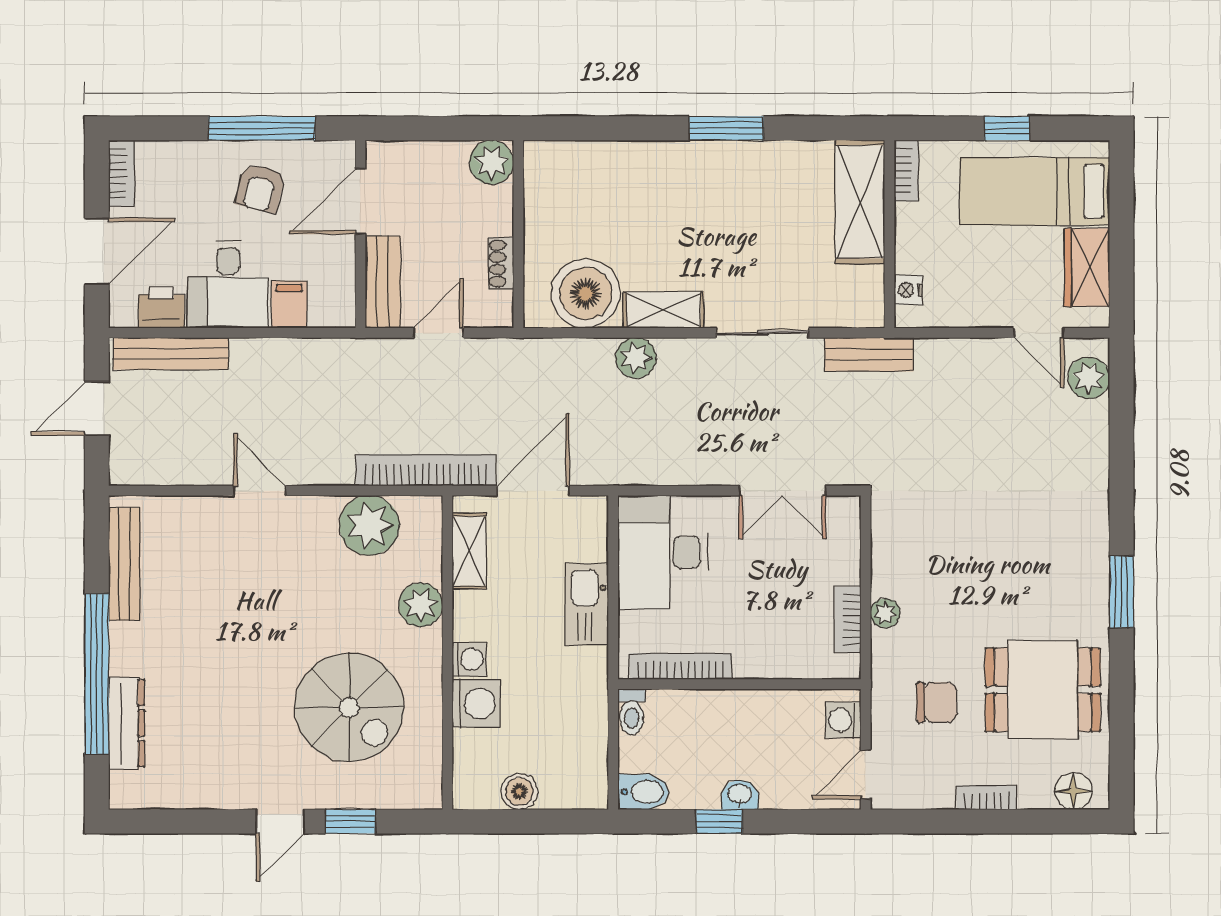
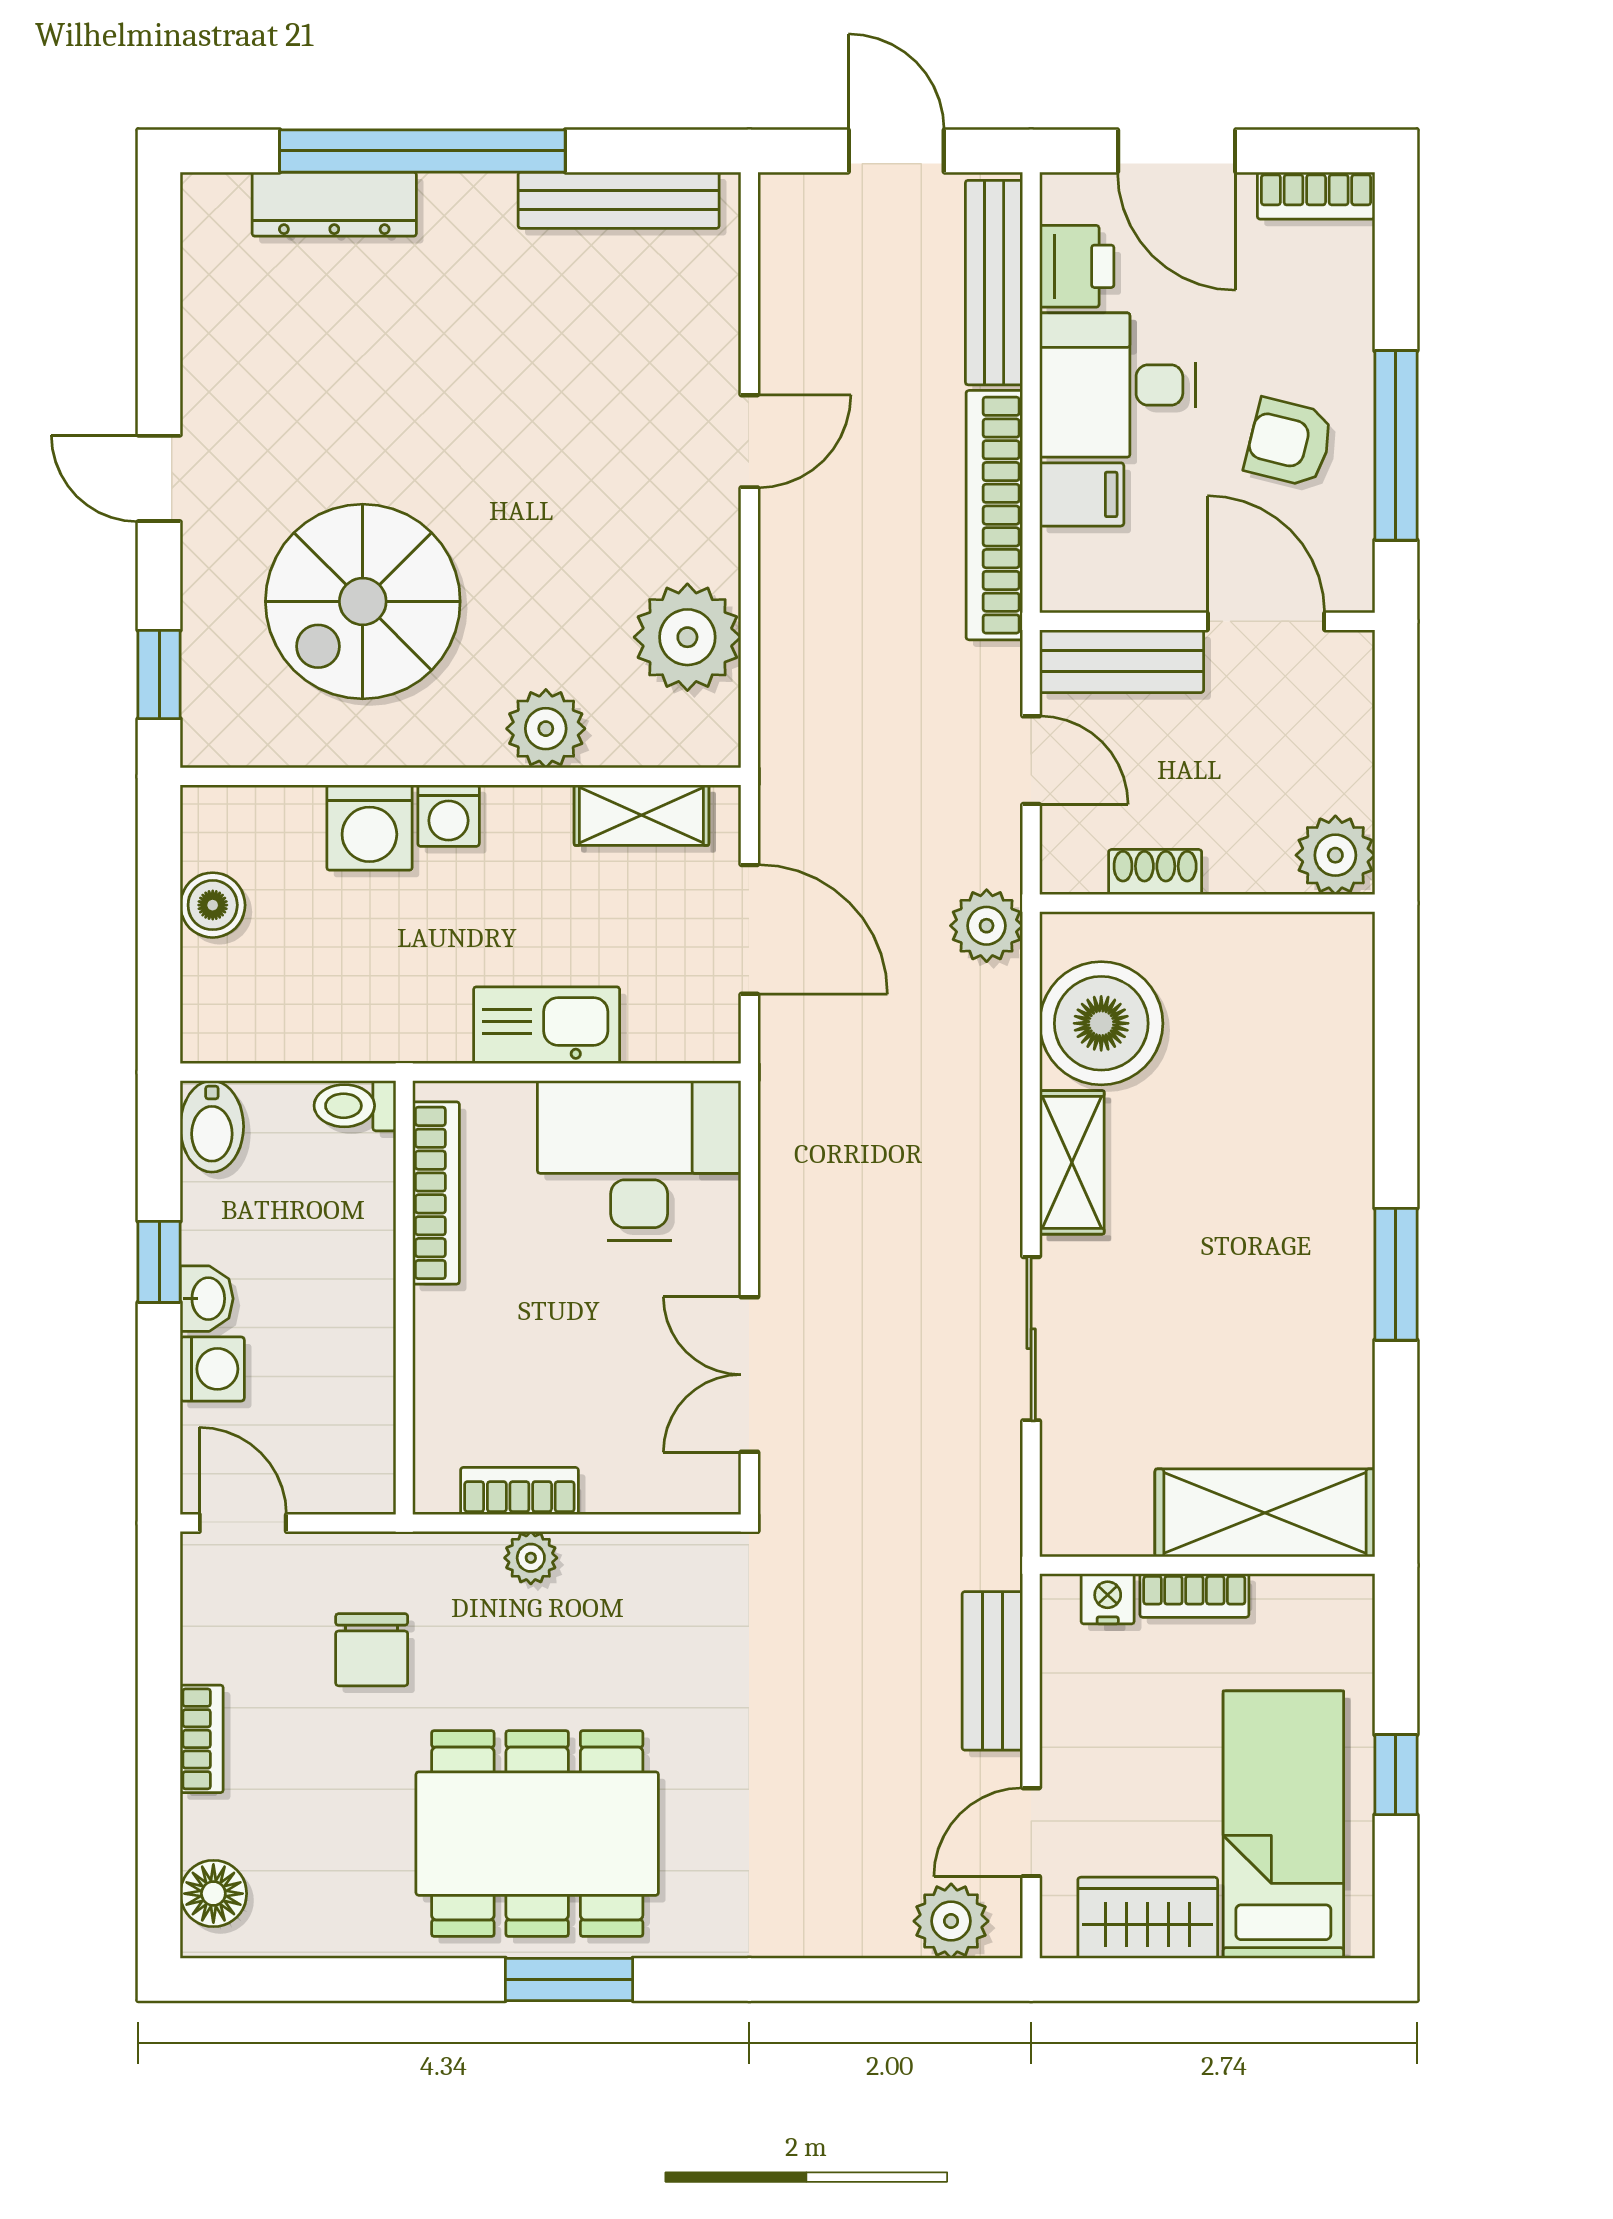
bookcase: (906, 171) -> (1194, 1595), moved
bench: (869, 354) -> (992, 1671), moved
plant: (636, 358) -> (987, 926), moved
bookcase: (426, 470) -> (994, 515), moved, turned 180
dining table: (1043, 690) -> (537, 1834), moved, width x1.38
washing machine: (843, 720) -> (212, 1369), moved, turned 90
window: (350, 821) -> (159, 674), moved

